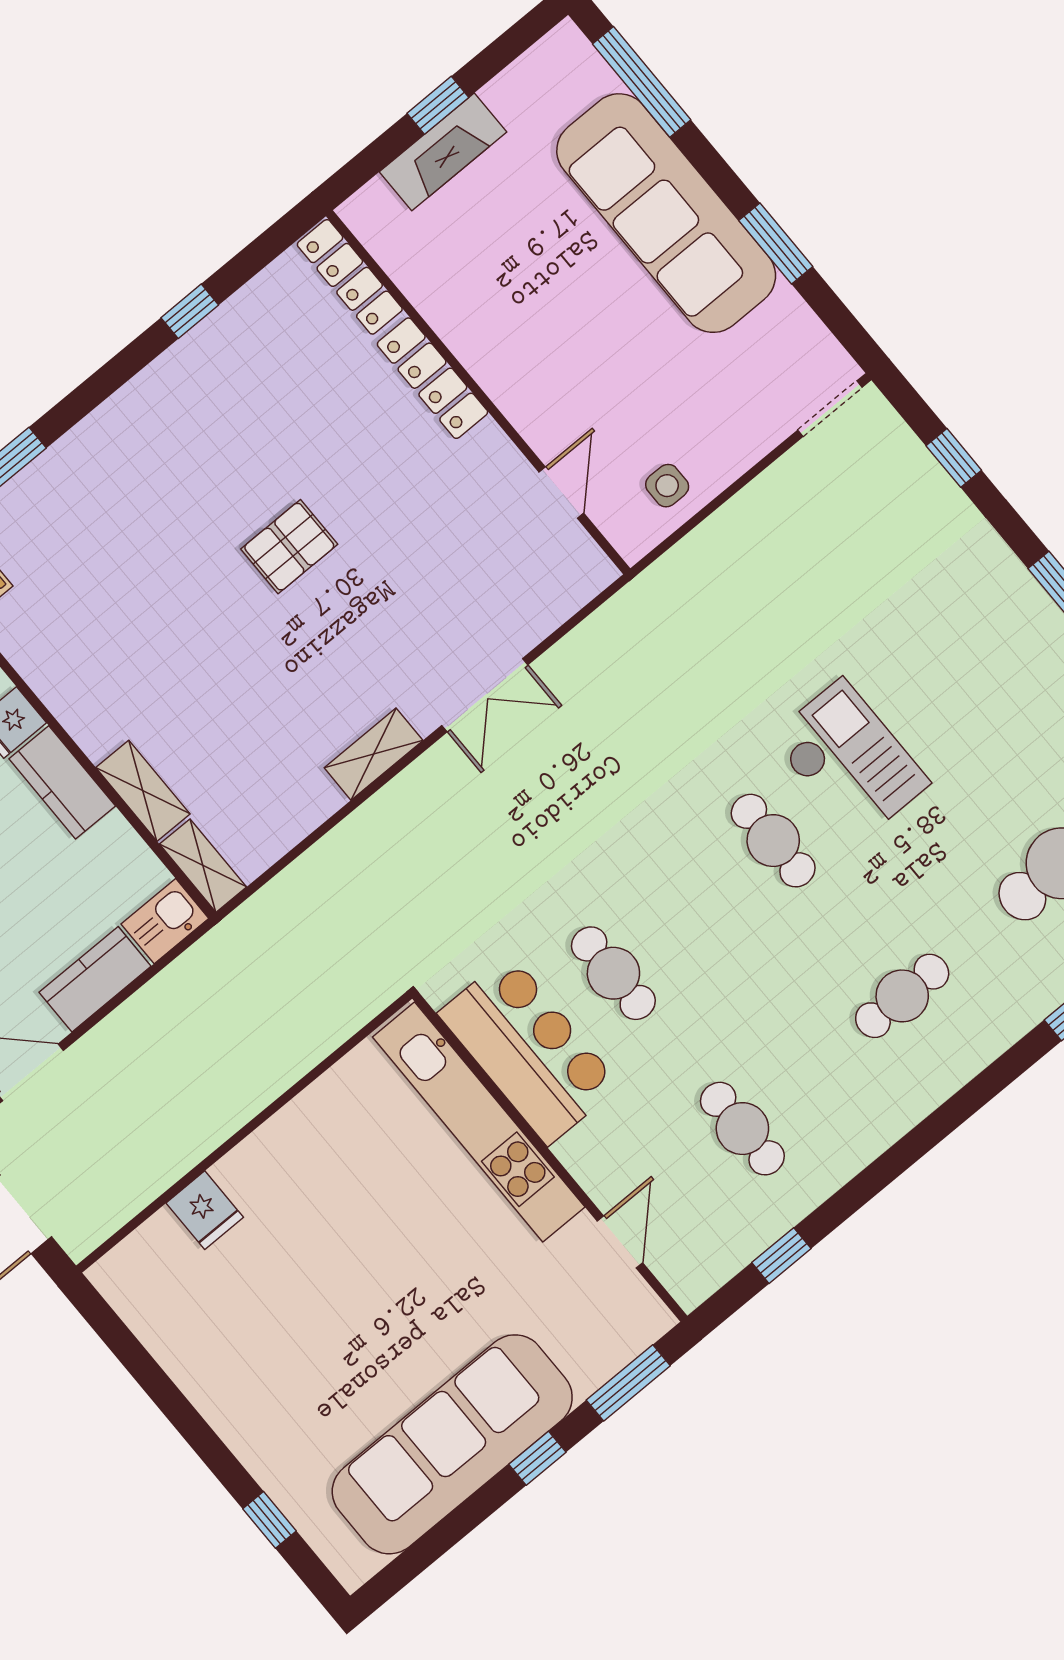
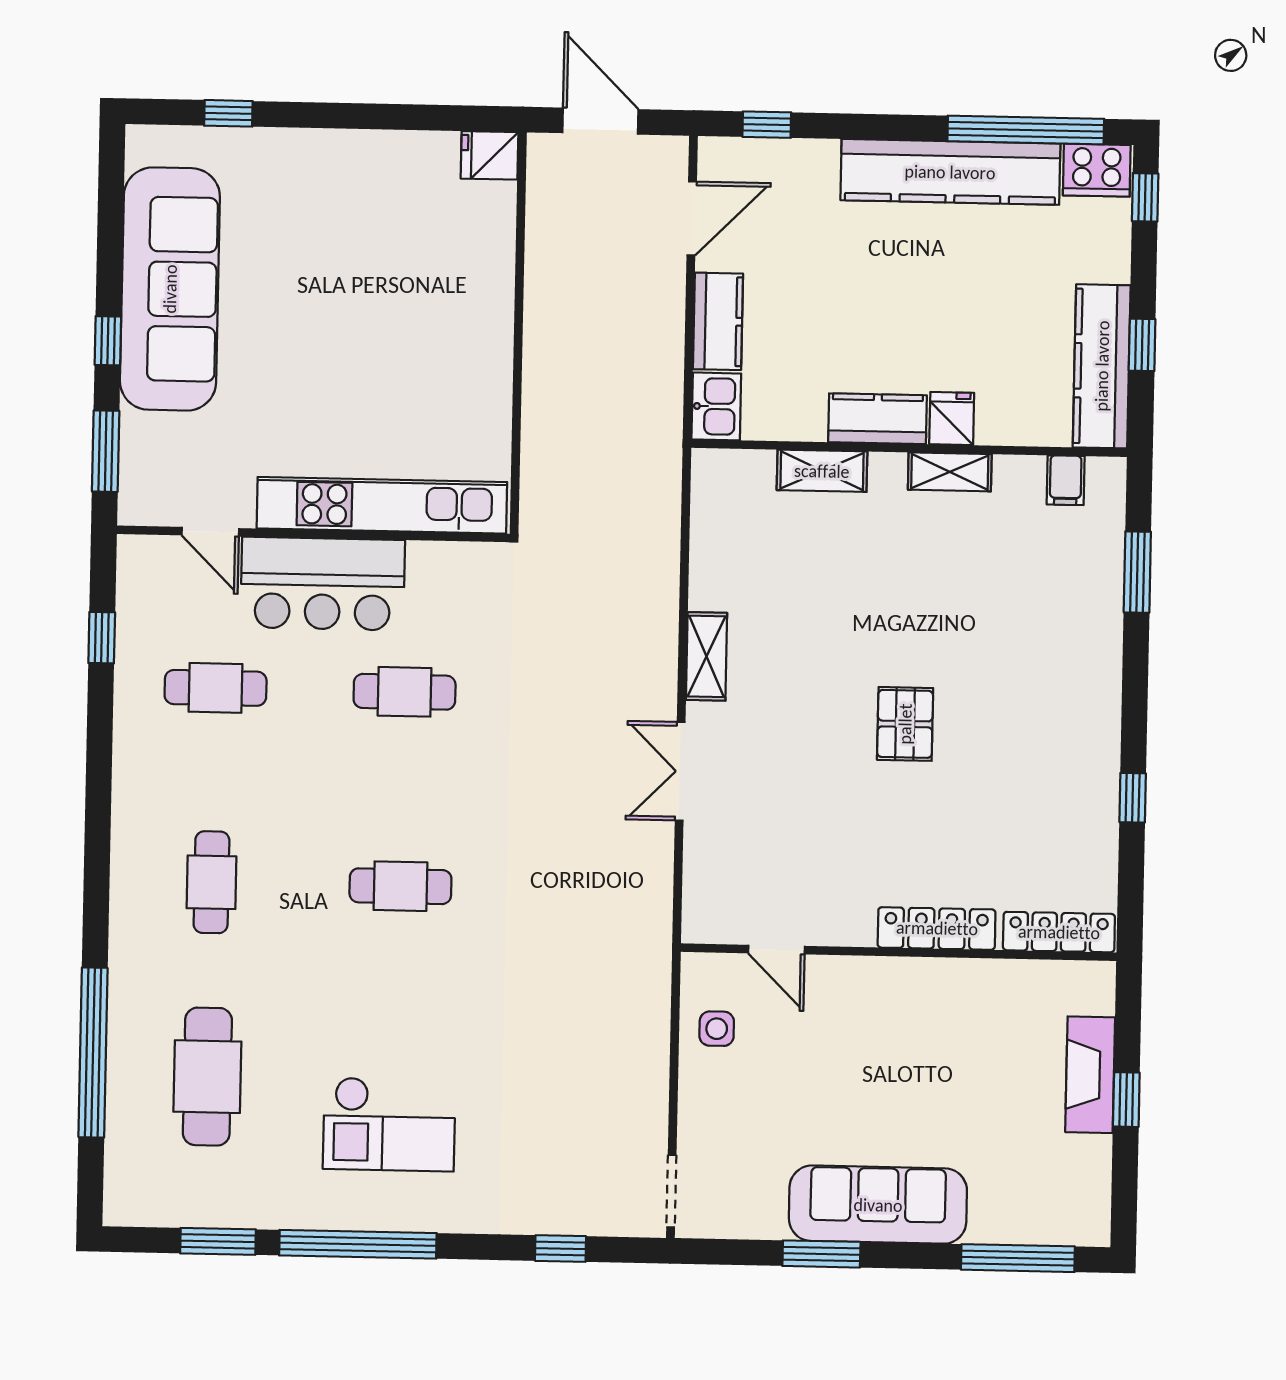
sofa: (666, 213) -> (878, 1205), width x0.74, depth x0.79
checkout: (850, 761) -> (389, 1124), moved
shelving: (203, 866) -> (950, 472), moved
bar counter: (529, 1050) -> (323, 584), moved
fridge: (205, 1210) -> (489, 155), moved

